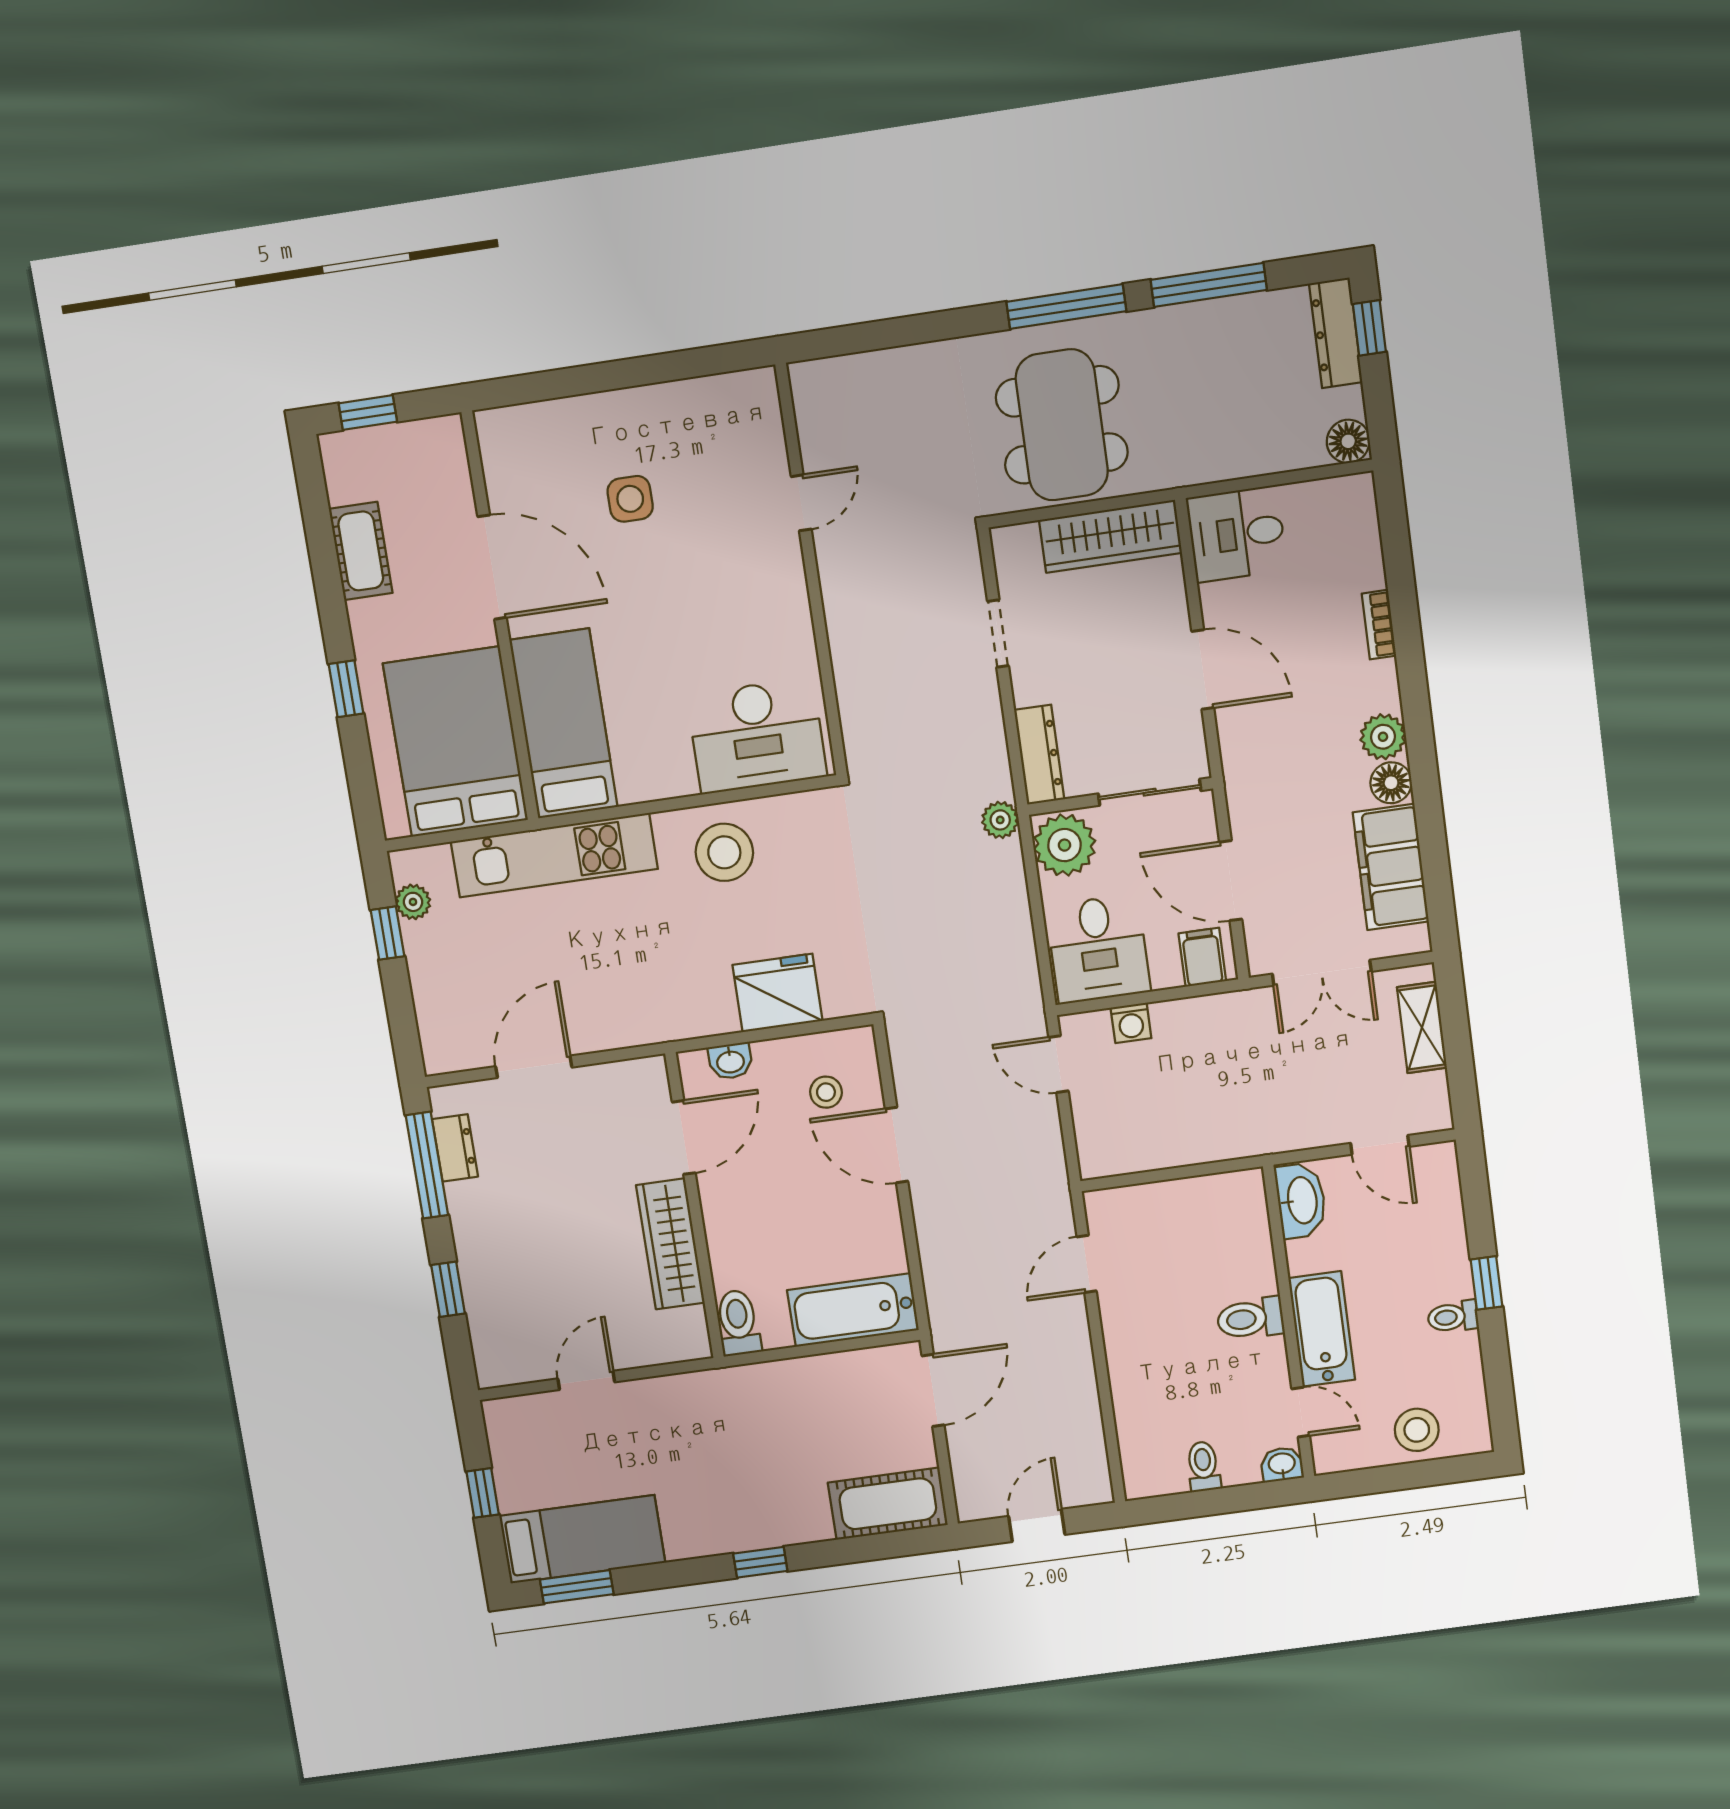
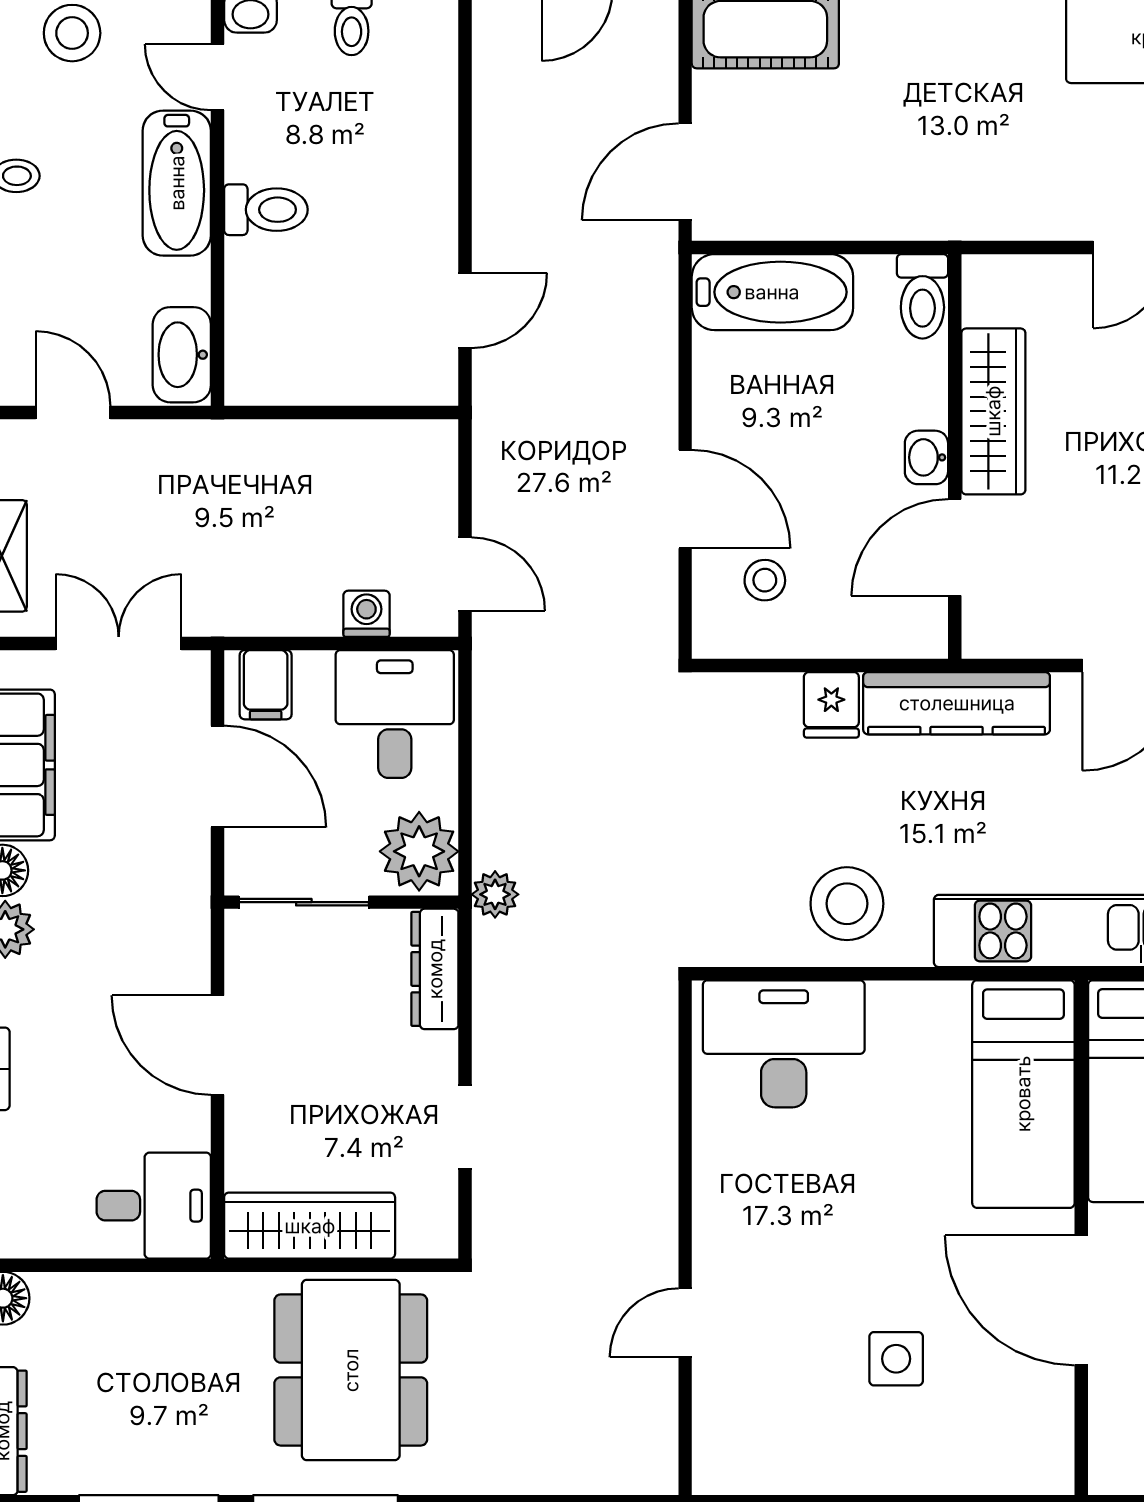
fridge: (778, 993) -> (831, 705), width x0.53, depth x0.75
kitchen counter: (664, 1019) -> (957, 703), added
washbasin: (730, 1061) -> (926, 457), moved, turned -90

